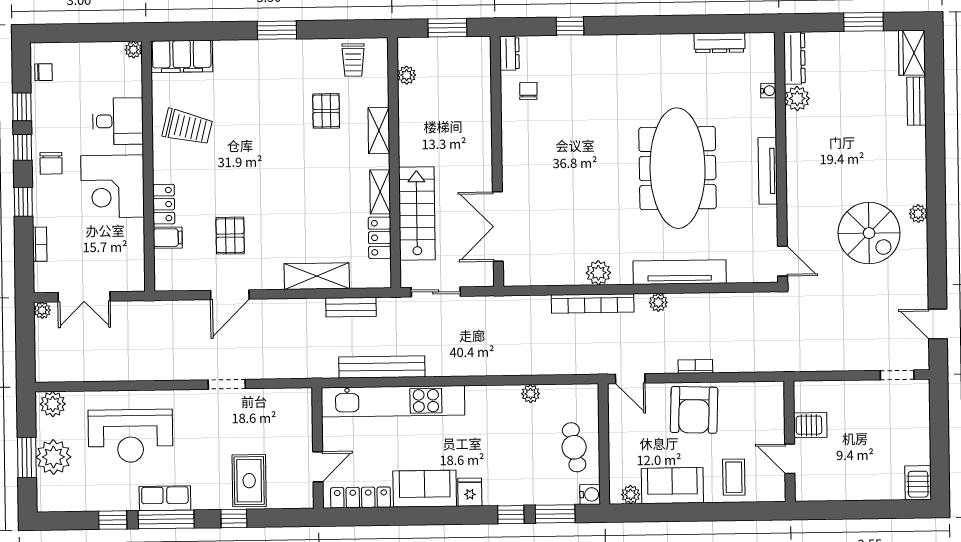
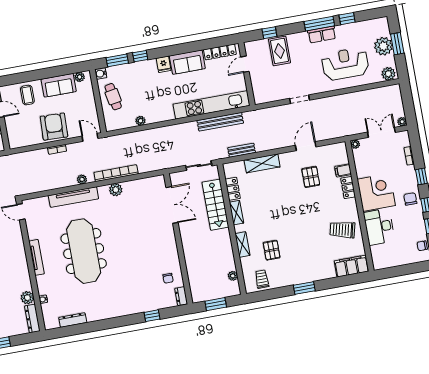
plant: (133, 50) -> (355, 144), moved
desk: (118, 121) -> (379, 227), width x1.37
window: (234, 518) -> (269, 33), moved

